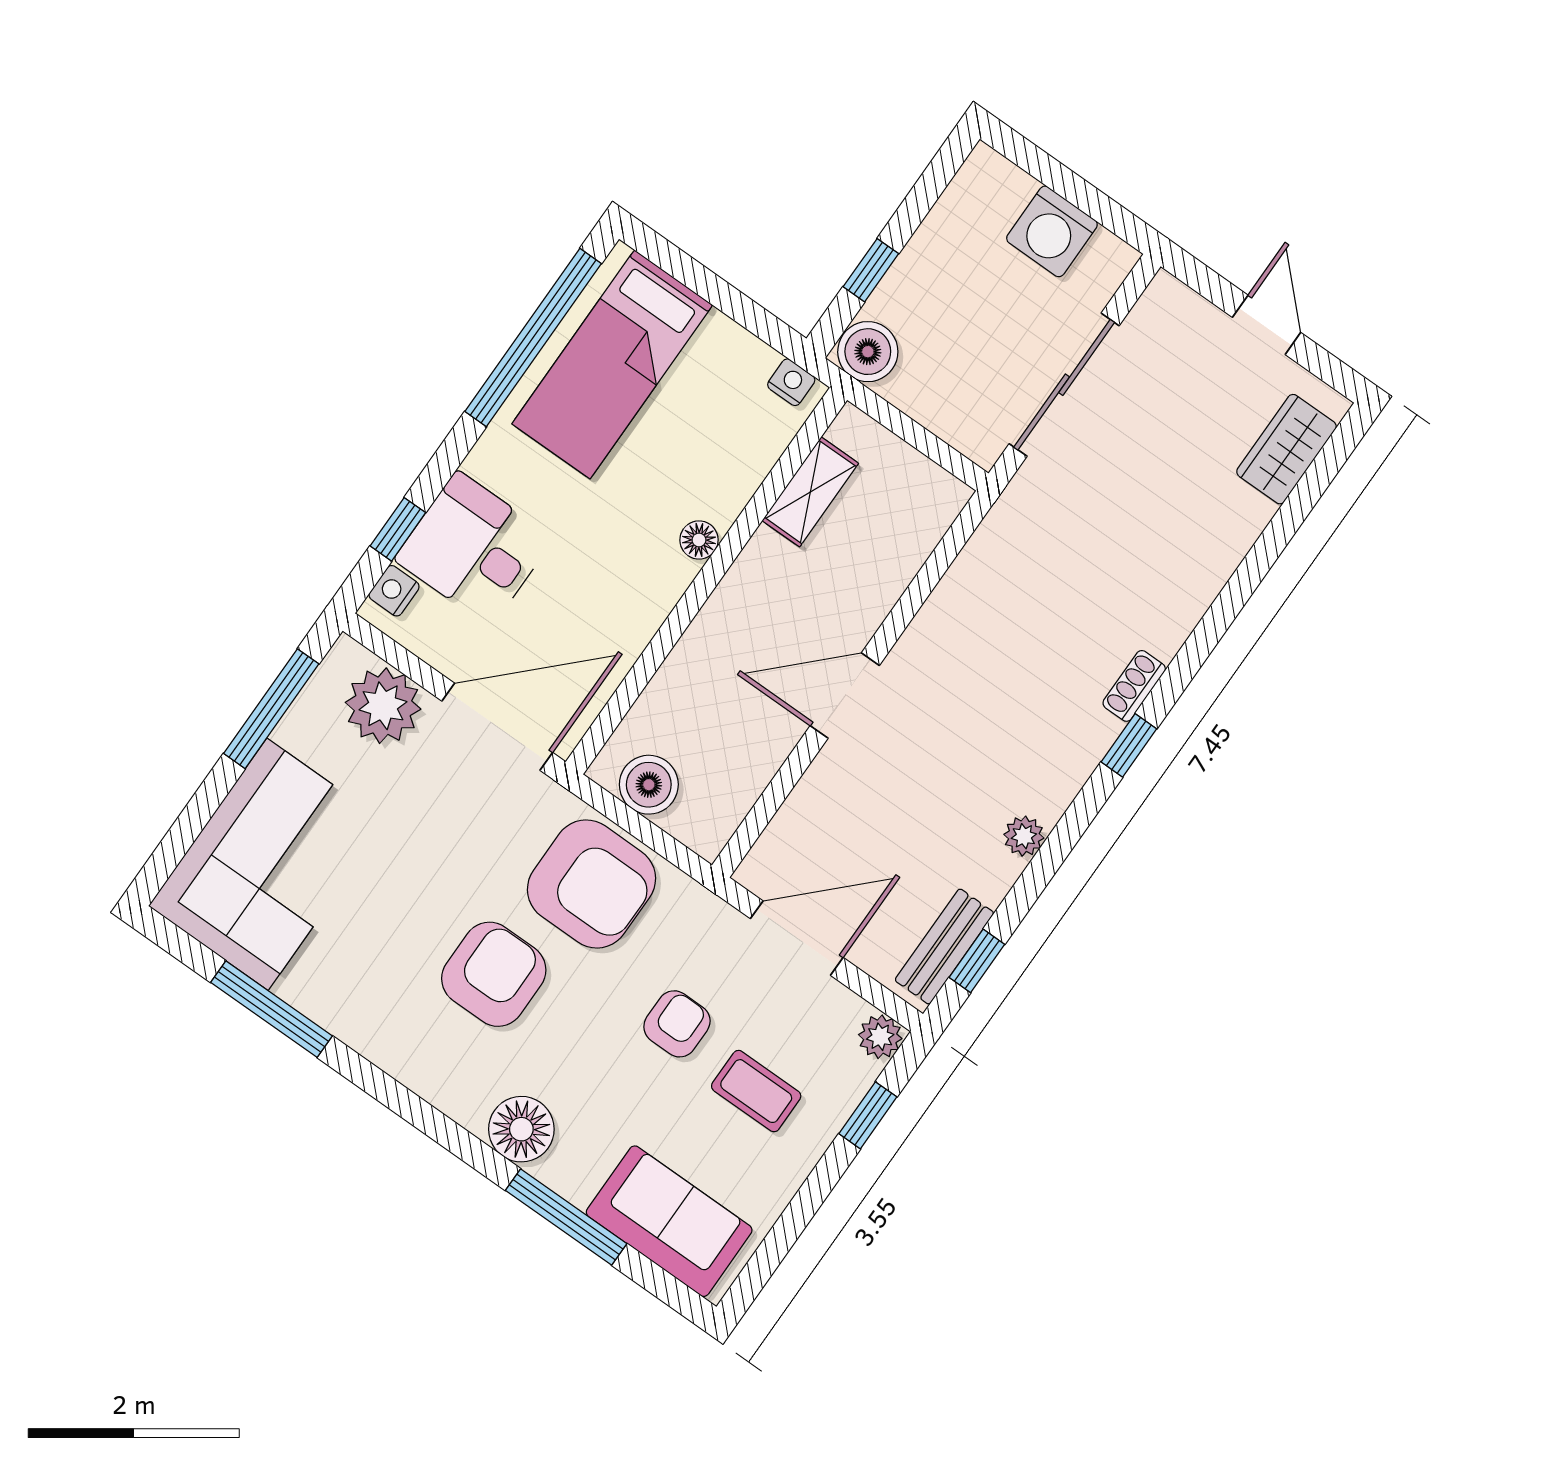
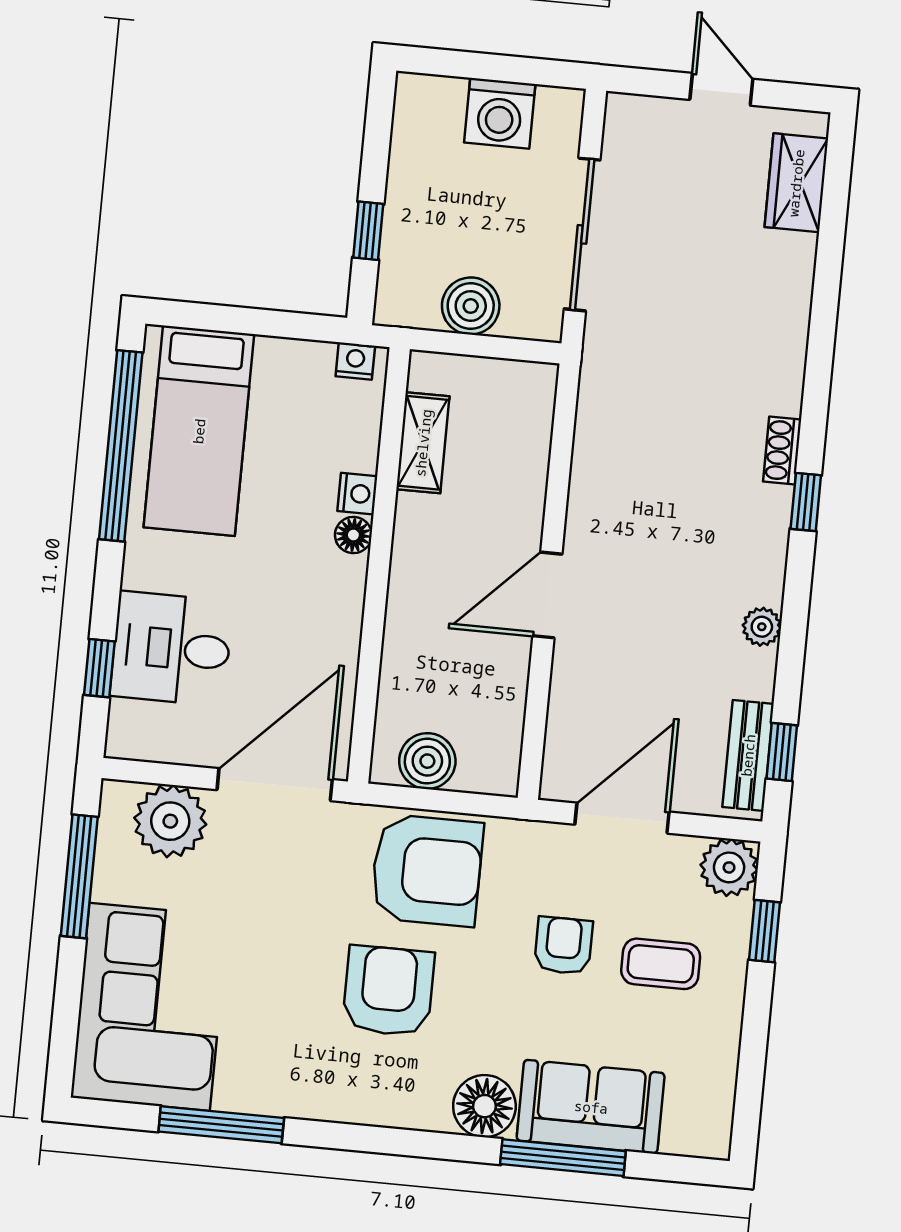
boiler: (868, 352) -> (471, 306), moved
nightstand: (394, 591) -> (357, 494), moved, turned 180
plant: (880, 1037) -> (729, 867), width x1.38, depth x1.38
sofa: (669, 1221) -> (591, 1107), moved

